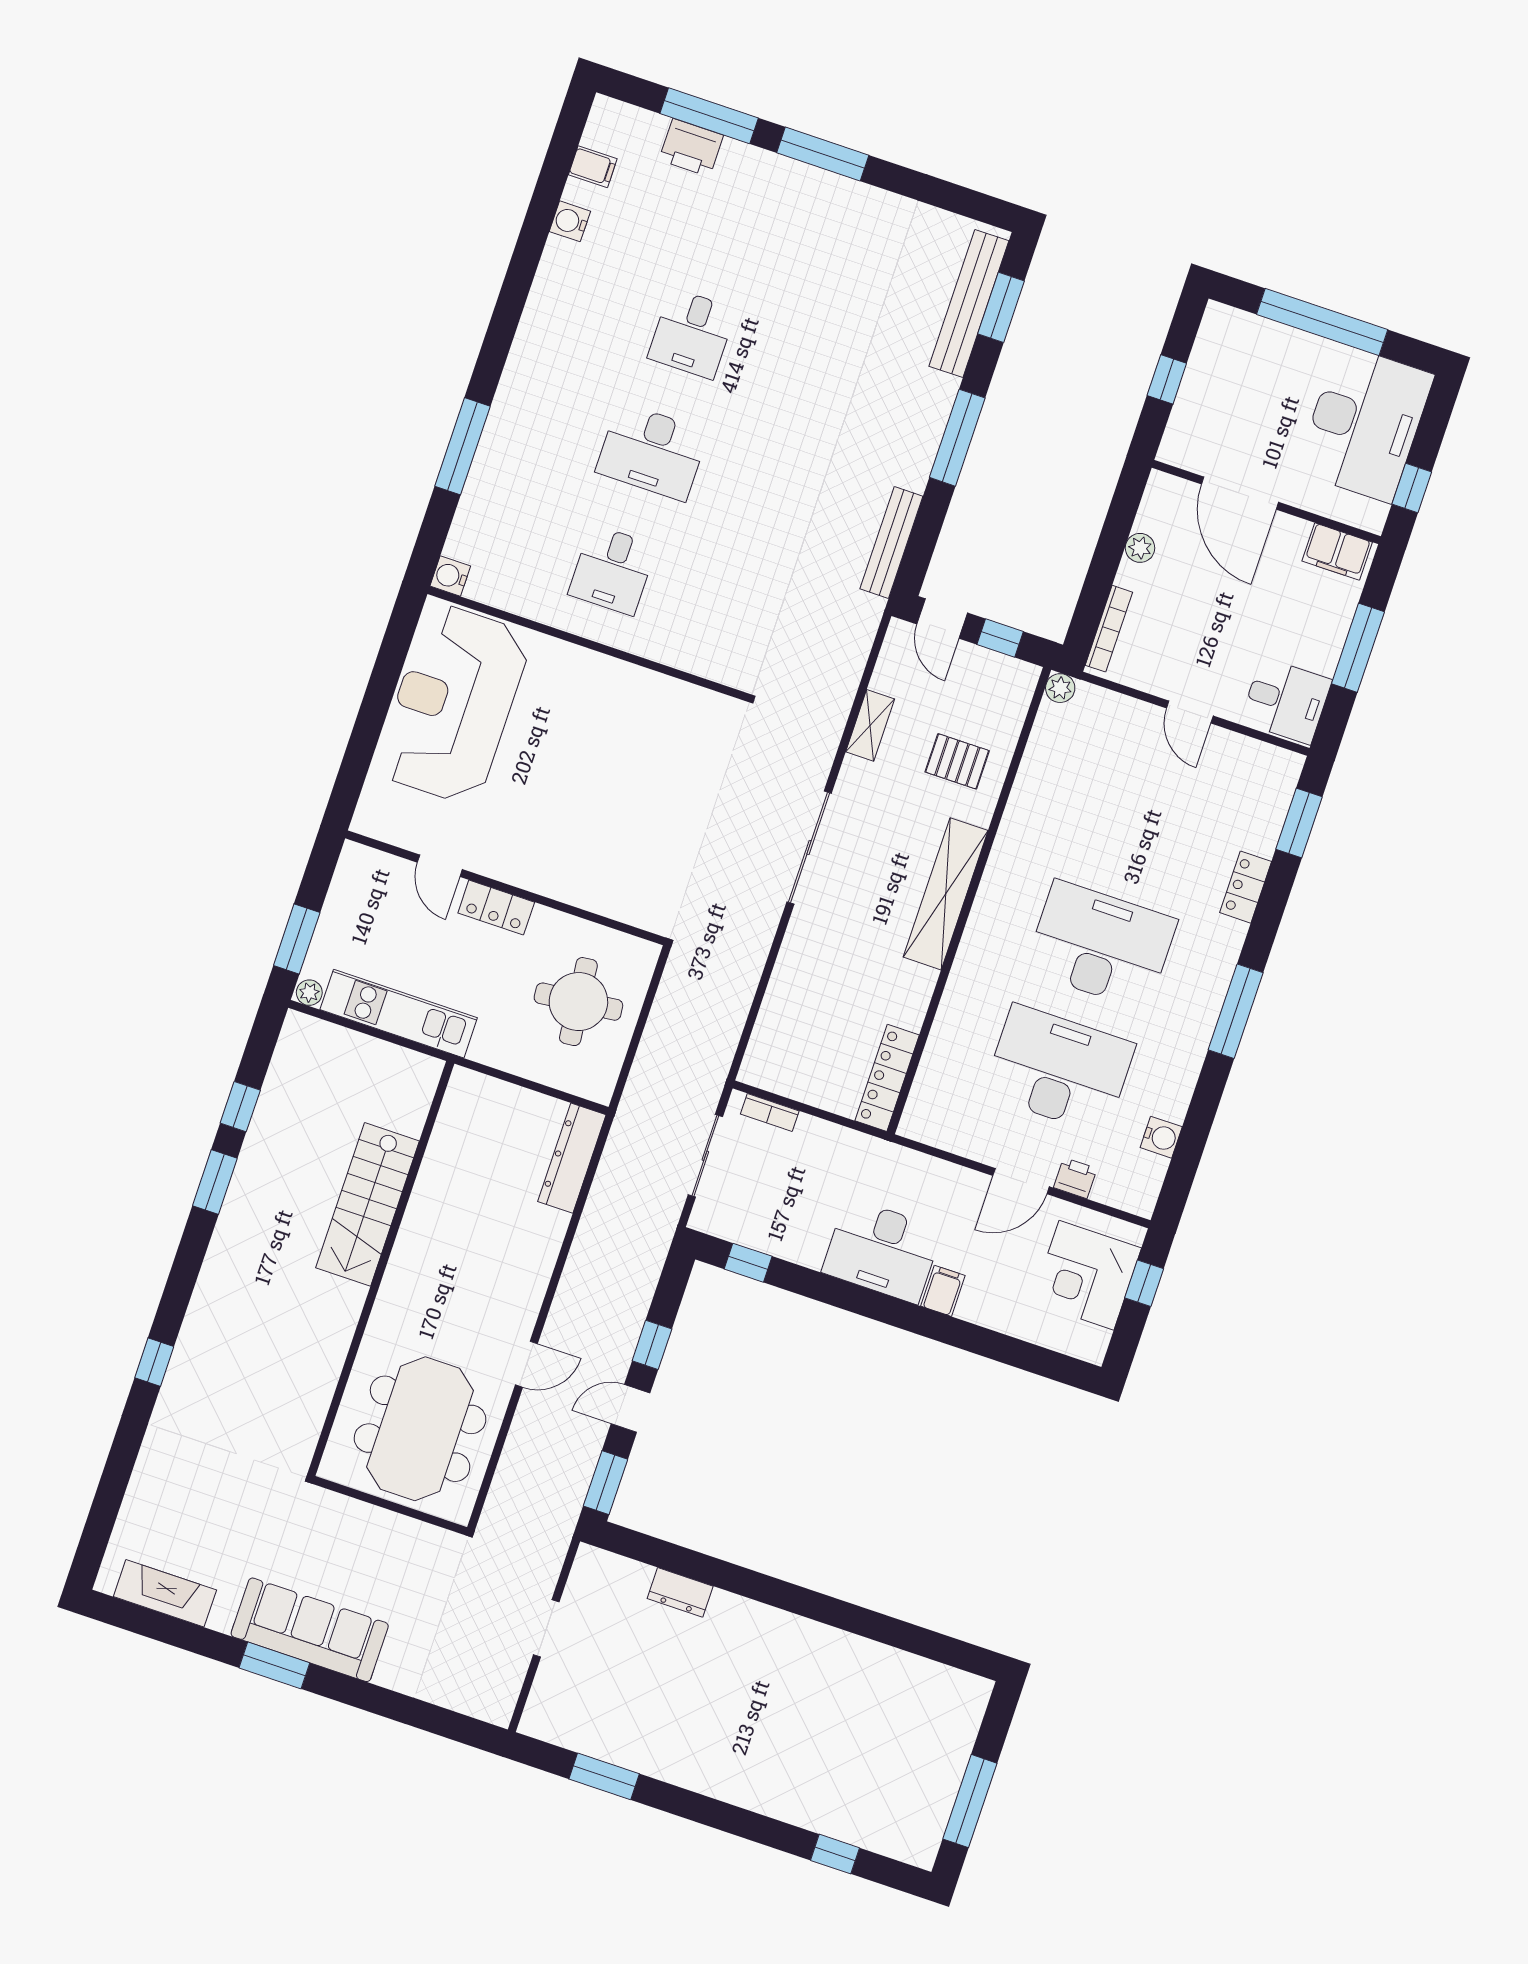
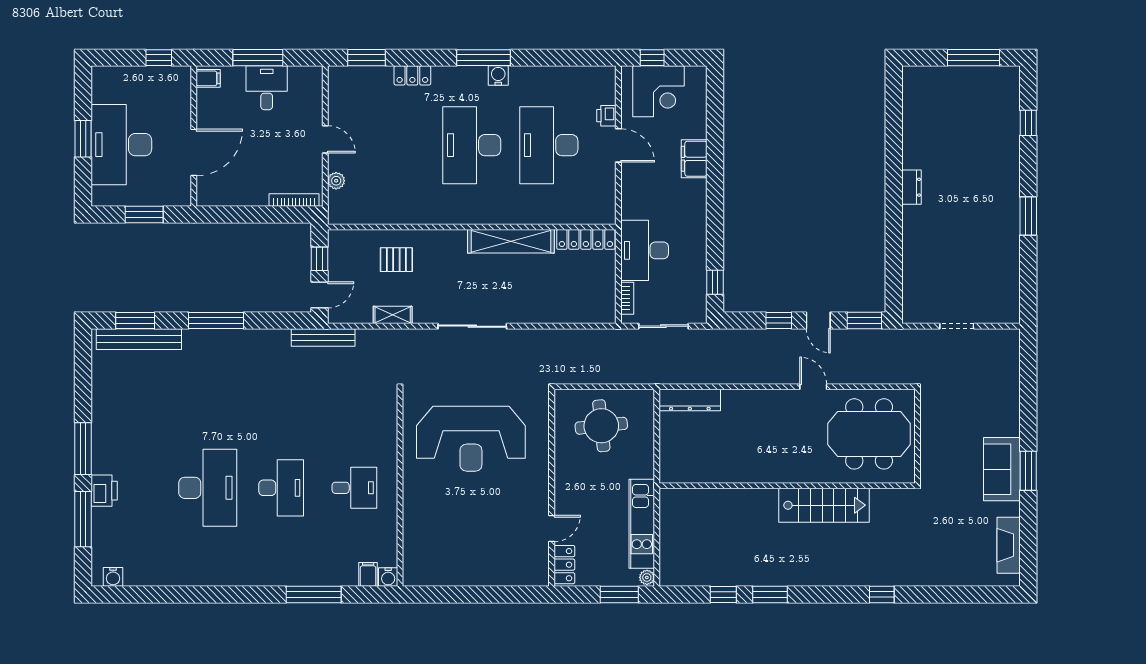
printer: (691, 148) -> (104, 491), moved
filing cabinet: (593, 167) -> (368, 574), moved
water cooler: (570, 221) -> (113, 577), moved
window: (1322, 322) -> (83, 139), width x0.47
desk: (692, 334) -> (208, 488), width x1.87, depth x1.30
window: (1167, 379) -> (144, 214), width x1.50
desk: (1365, 423) -> (121, 145), moved, turned -90
bench: (891, 543) -> (323, 337), moved
plant: (1140, 548) -> (243, 198), removed
filing cabinet: (1337, 552) -> (208, 78), width x0.50
plant: (1060, 688) -> (336, 181), moved
desk: (1286, 701) -> (267, 88), moved
reception desk: (453, 704) -> (471, 439), moved
door: (1190, 712) -> (325, 139), hinge flipped
pallet: (957, 761) -> (396, 260), turned 90
shelving: (946, 894) -> (511, 241), moved
locker: (496, 908) -> (564, 565), moved
water cooler: (1161, 1137) -> (498, 76), moved
stairs: (368, 1204) -> (824, 505), moved
desk: (882, 1251) -> (645, 250), moved, turned 180
filing cabinet: (943, 1291) -> (694, 159), width x2.00
dresser: (680, 1592) -> (911, 187), moved
sofa: (310, 1630) -> (1002, 469), width x0.73
window: (604, 1776) -> (1028, 216), moved

